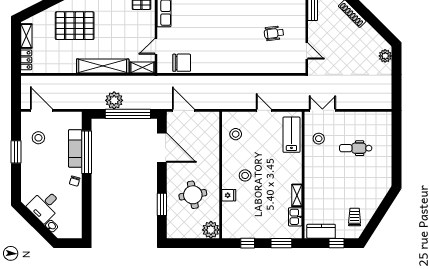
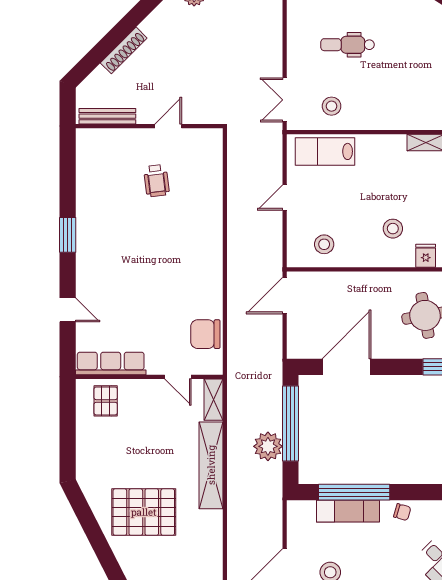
pallet: (75, 26) -> (144, 512), turned 90
door: (307, 51) -> (168, 126), moved
chair: (182, 63) -> (205, 334), turned -90
door: (183, 110) -> (285, 296), moved
dental chair: (356, 148) -> (347, 45), turned 90

